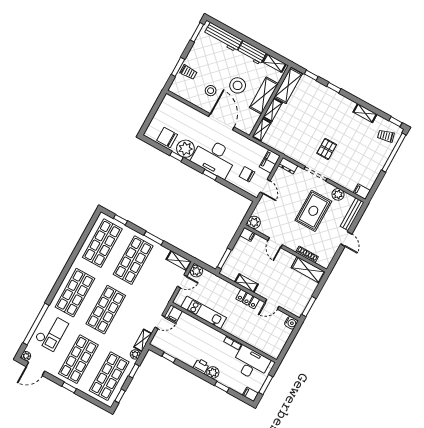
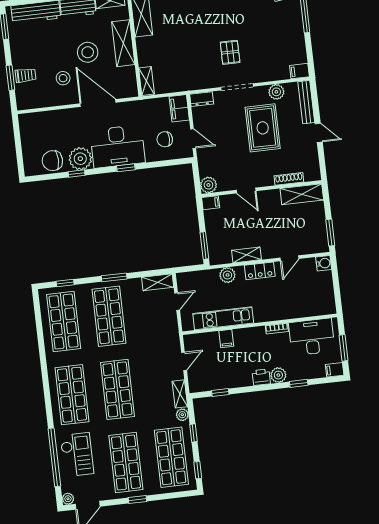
shelving: (273, 110) -> (143, 52), removed
plant: (196, 271) -> (227, 275), moved
filing cabinet: (175, 314) -> (226, 338), moved

